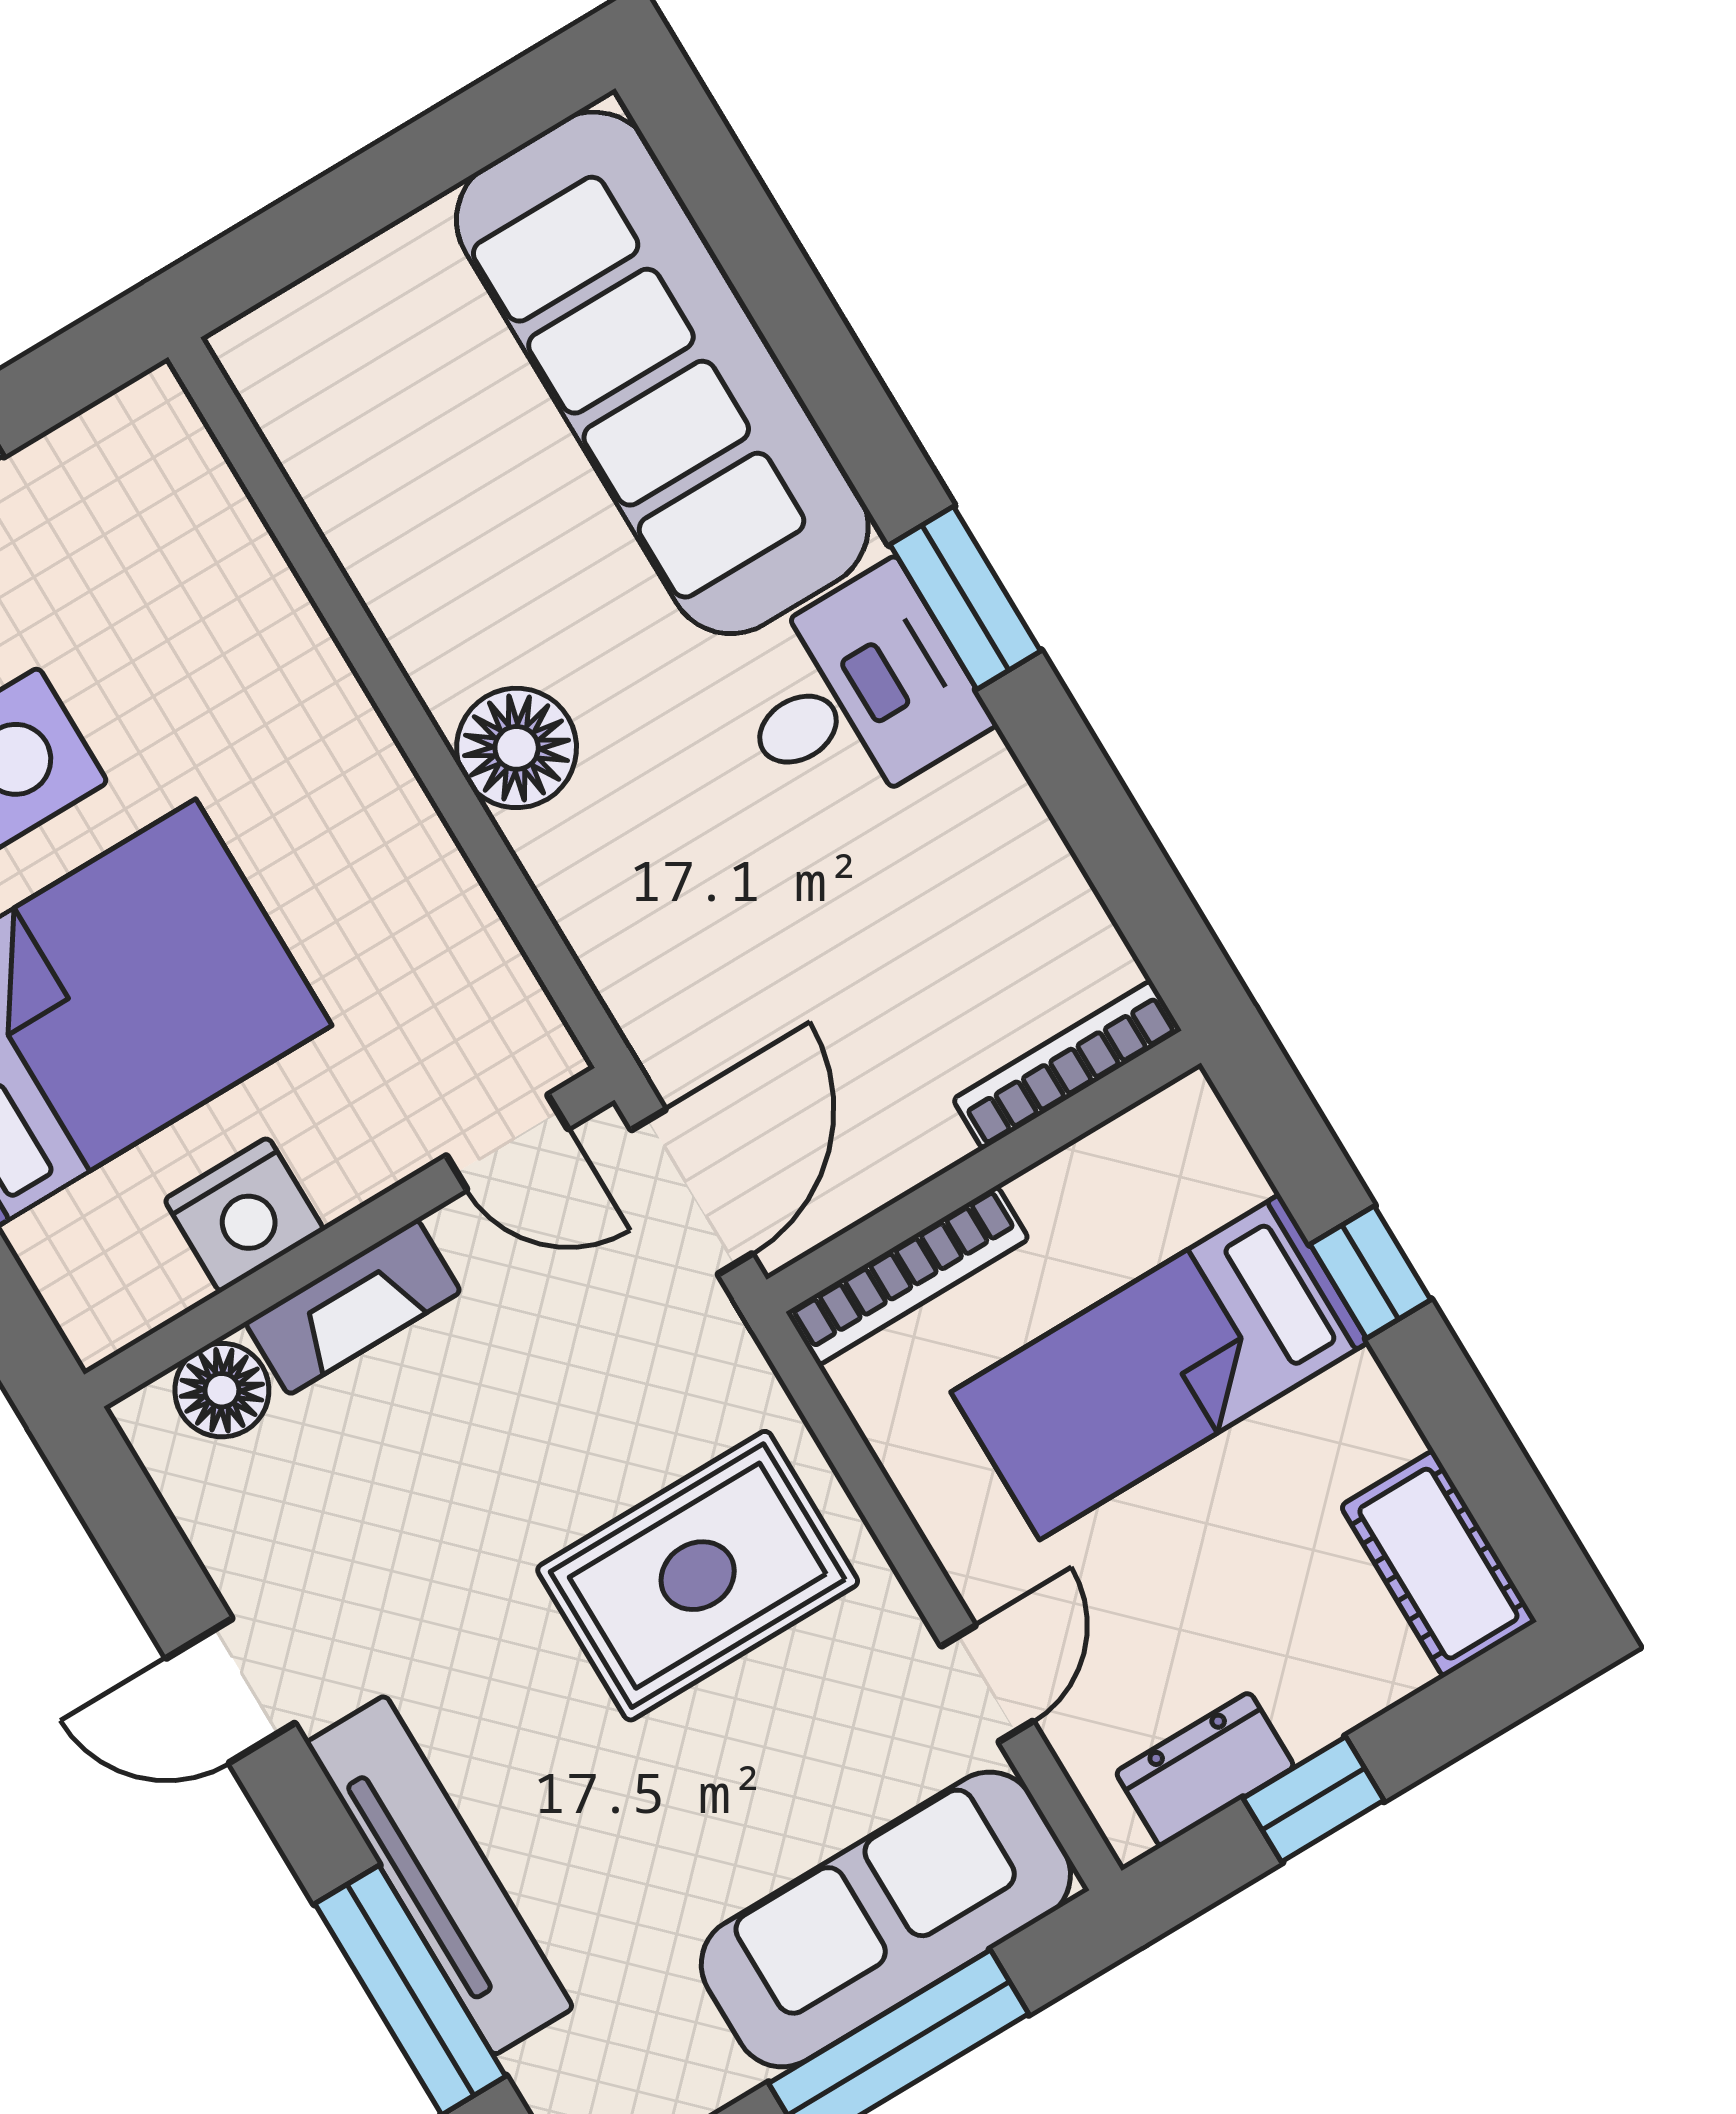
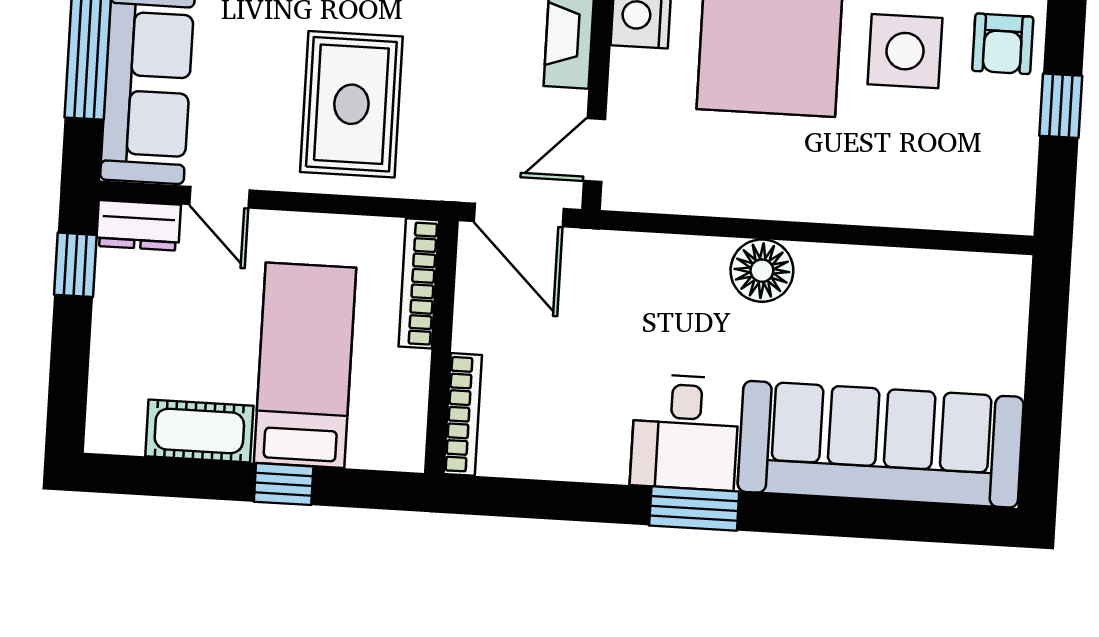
cot: (1438, 1564) -> (199, 431), moved
dresser: (1205, 1769) -> (138, 225), moved, turned 90
window: (1314, 1799) -> (75, 265), moved

